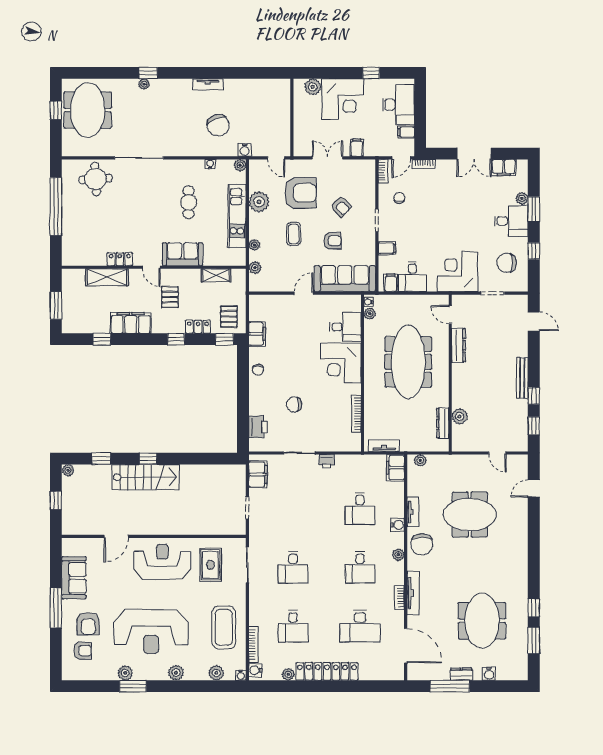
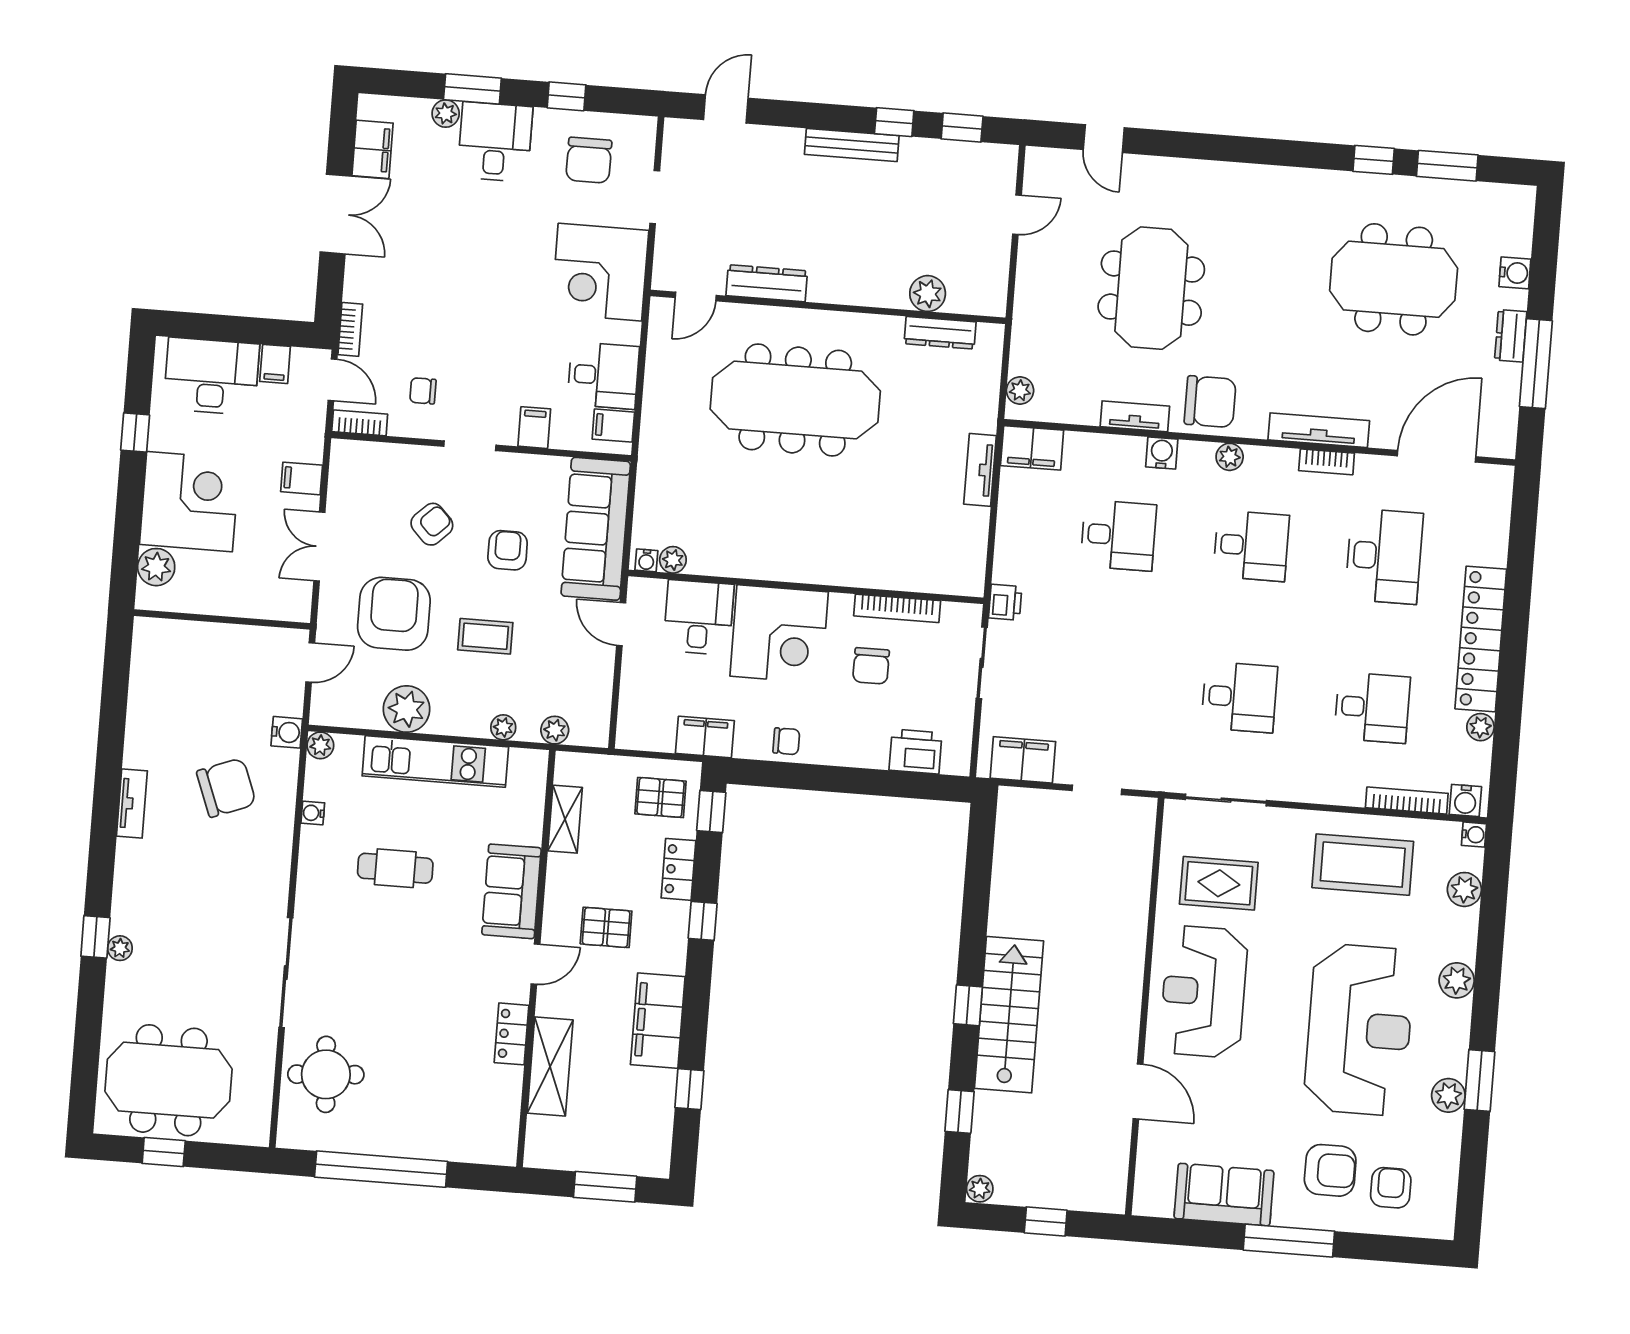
water cooler: (369, 302) -> (646, 560), moved
plant: (370, 314) -> (673, 560), moved
desk: (345, 327) -> (699, 617), moved
corner desk: (341, 363) -> (779, 634), moved
wall: (362, 373) -> (806, 587), moved
bookcase: (356, 414) -> (897, 608), moved

